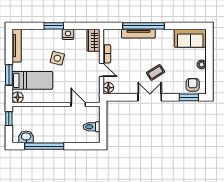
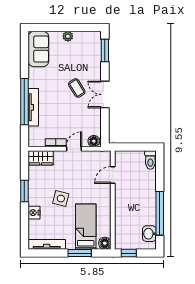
window: (54, 26) -> (24, 191), moved
nightstand: (68, 34) -> (34, 213), moved
armchair: (193, 85) -> (91, 46), removed
toilet: (92, 127) -> (150, 160), moved

